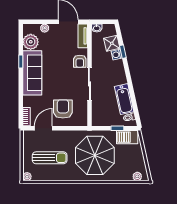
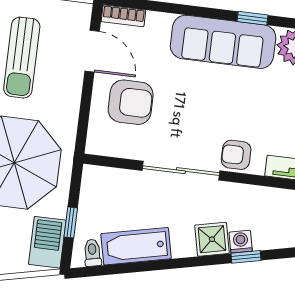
shower: (112, 43) -> (212, 239), moved

